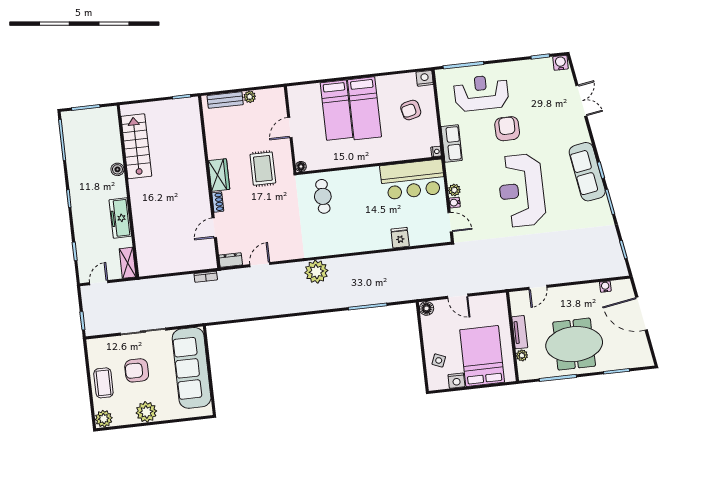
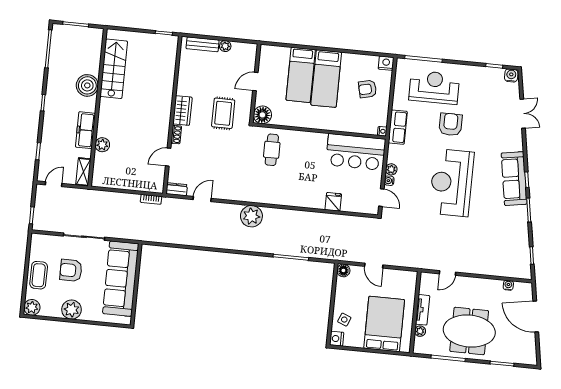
floor lamp: (301, 166) -> (262, 115), width x1.89, depth x1.89
boiler: (117, 169) -> (87, 85), width x1.86, depth x1.86
plant: (142, 230) -> (102, 145), added
nightstand: (456, 381) -> (337, 339), moved, turned 90

